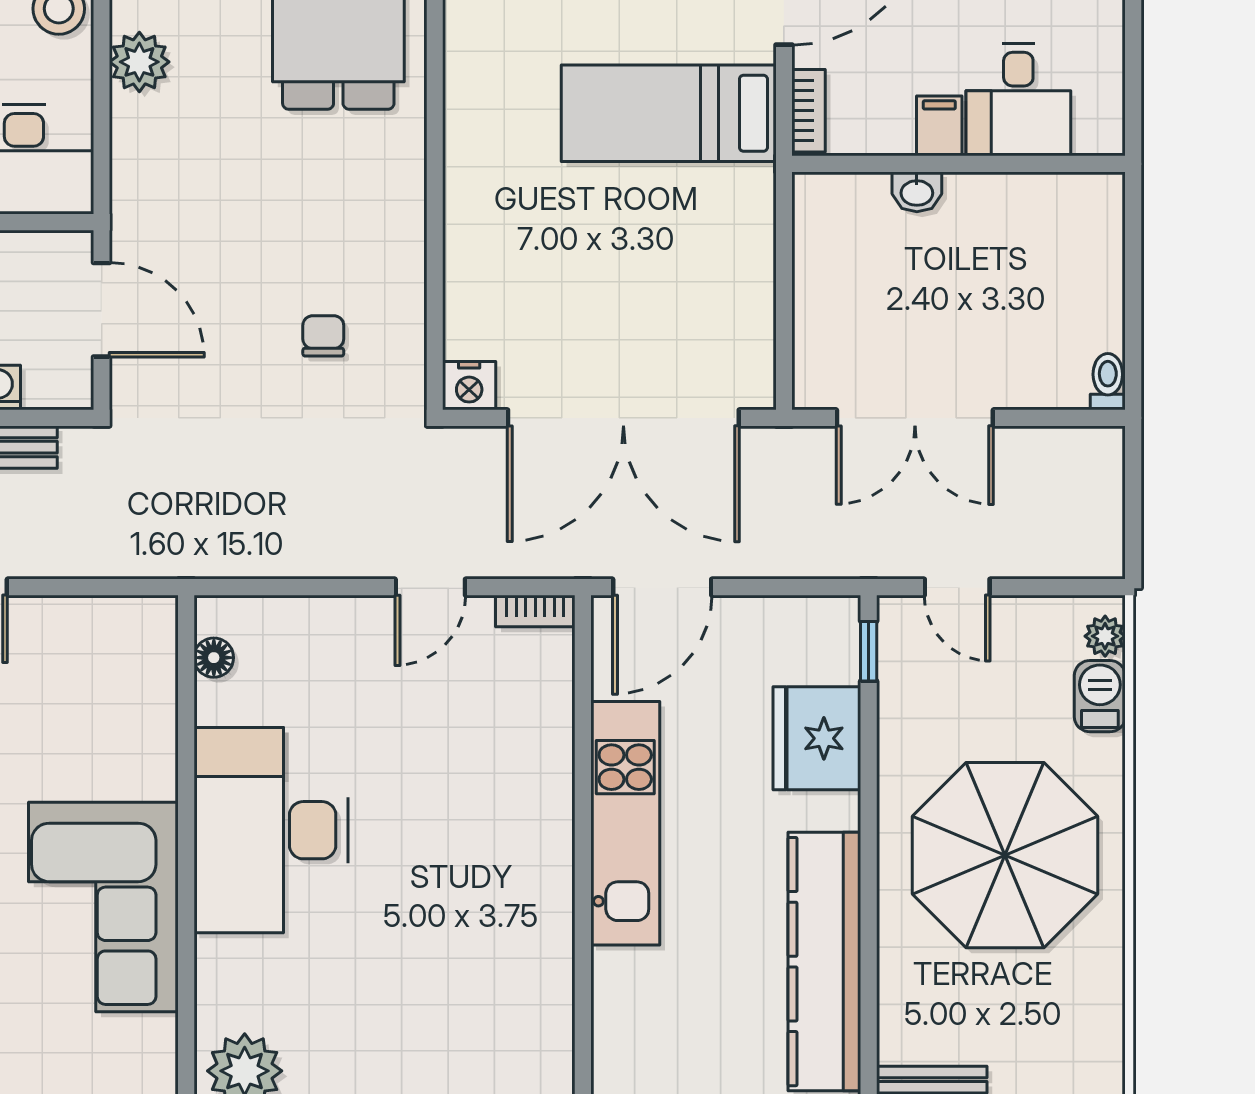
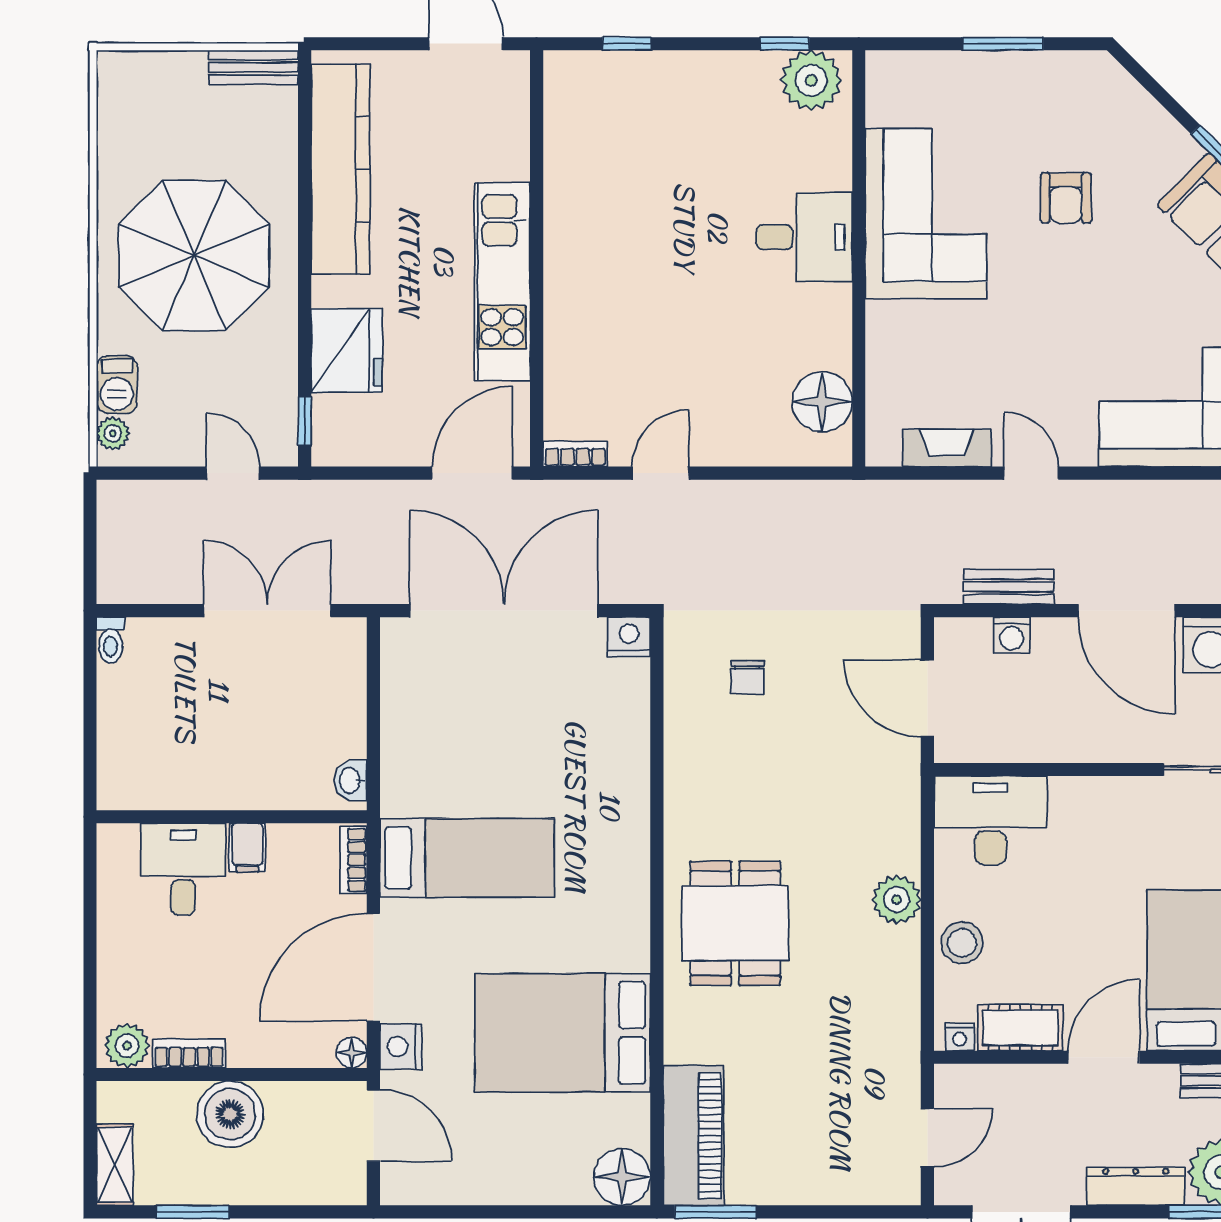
washbasin: (917, 192) -> (351, 780), moved, turned -90
fireplace: (78, 618) -> (947, 448), added
floor lamp: (214, 658) -> (822, 402), width x1.89, depth x1.89
desk: (271, 830) -> (804, 237), width x0.53, depth x0.77

